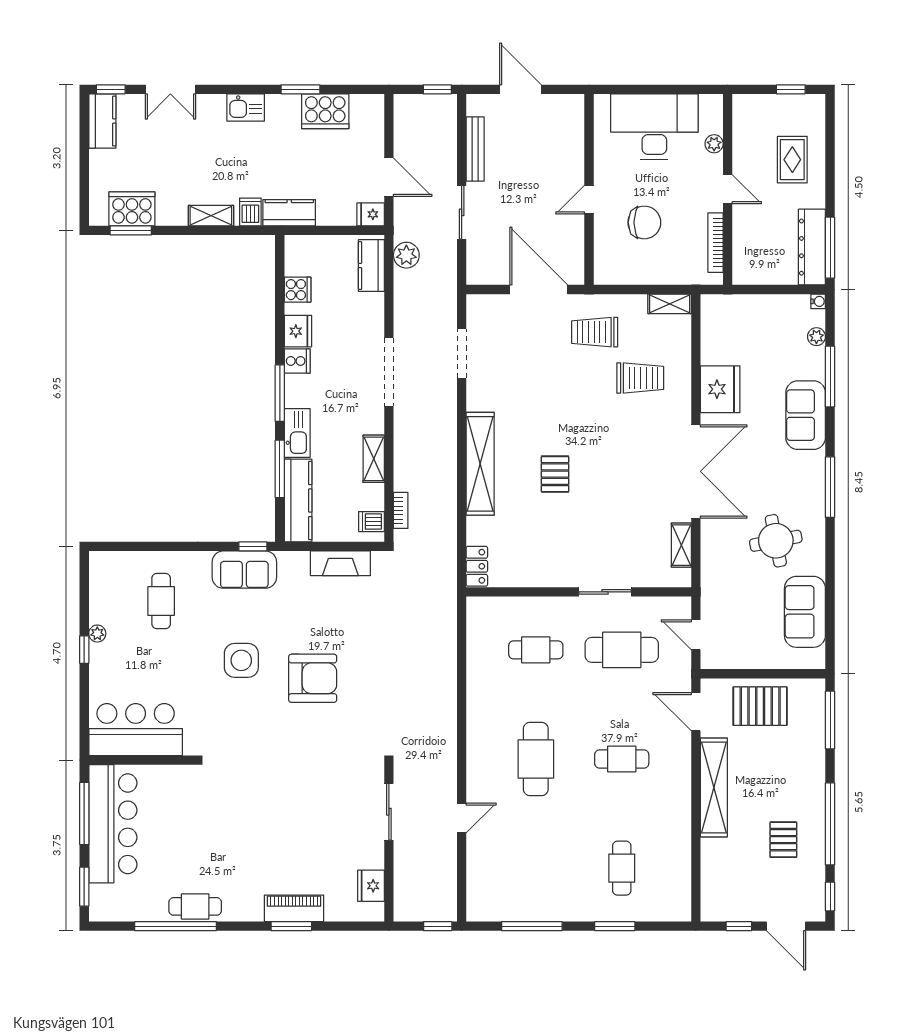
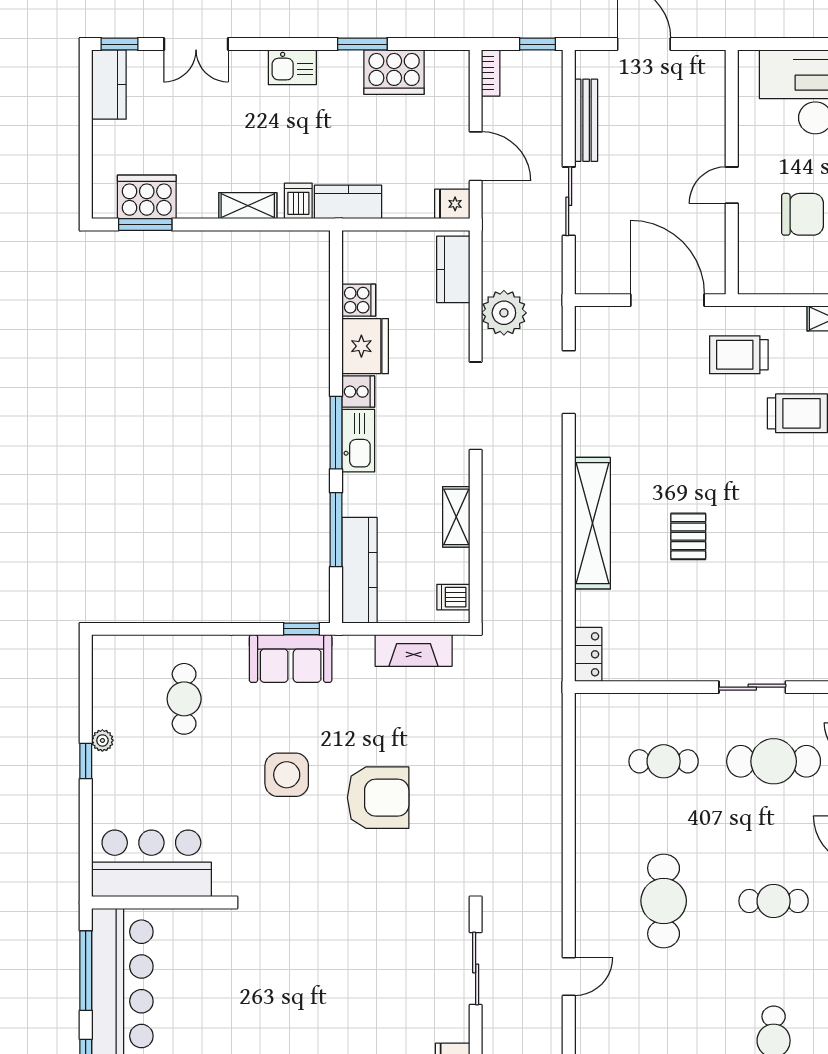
plant: (406, 255) -> (504, 313), moved, width x1.36, depth x1.36
fridge: (298, 331) -> (365, 346), width x1.36, depth x1.34
kitchen sink: (297, 433) -> (358, 441), moved
bookcase: (401, 510) -> (491, 73), moved

